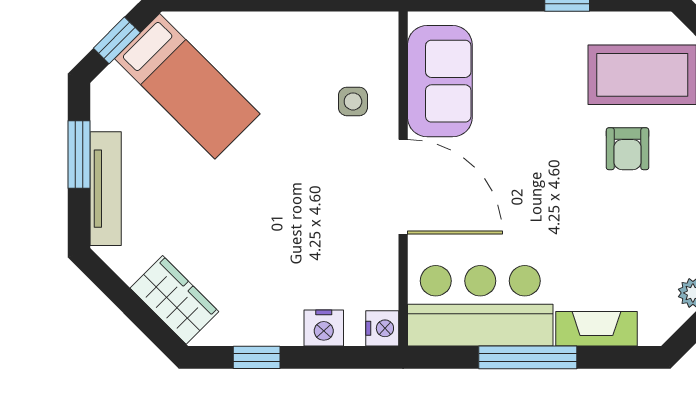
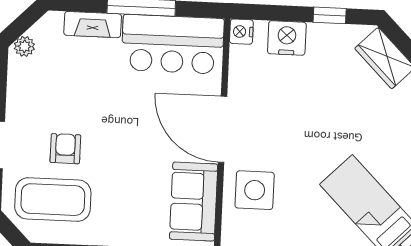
side table: (353, 101) -> (255, 190), width x1.87, depth x1.87
nightstand: (324, 328) -> (287, 38), width x1.36, depth x1.33

